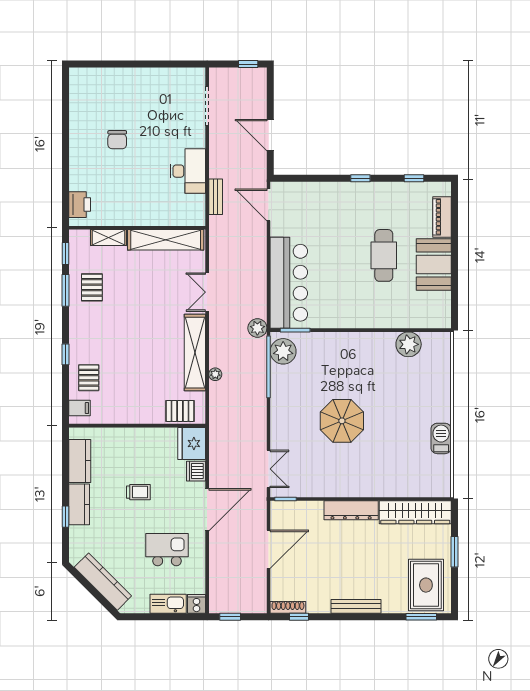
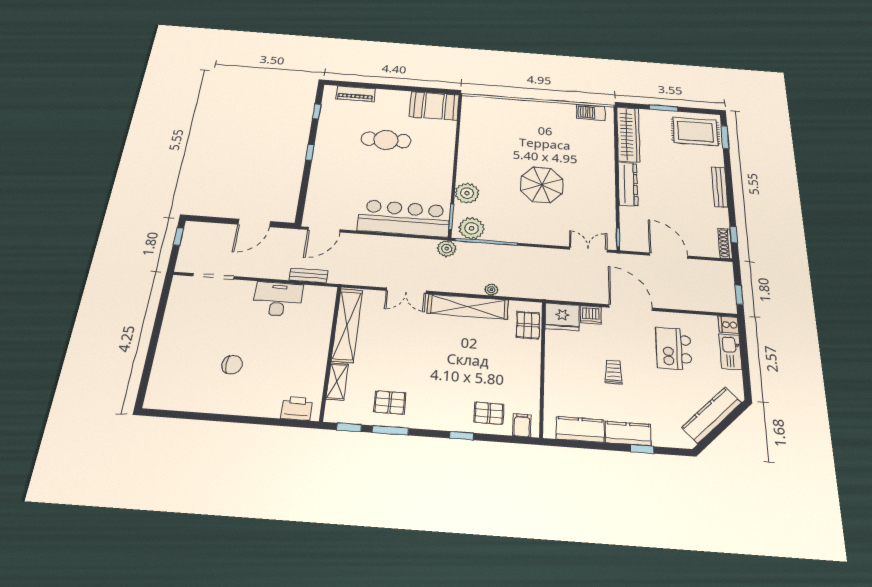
booth: (434, 264) -> (434, 106), moved
plant: (409, 344) -> (467, 193), moved
barbecue: (441, 438) -> (591, 112), moved

